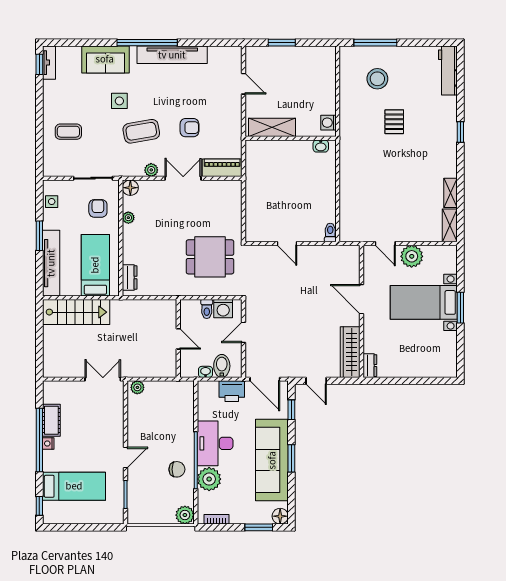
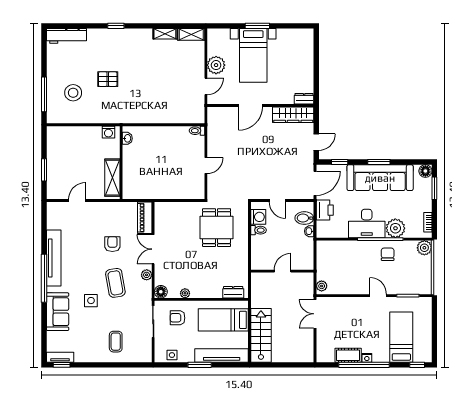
wall: (178, 338) -> (282, 271), moved
door: (178, 339) -> (283, 271), moved

